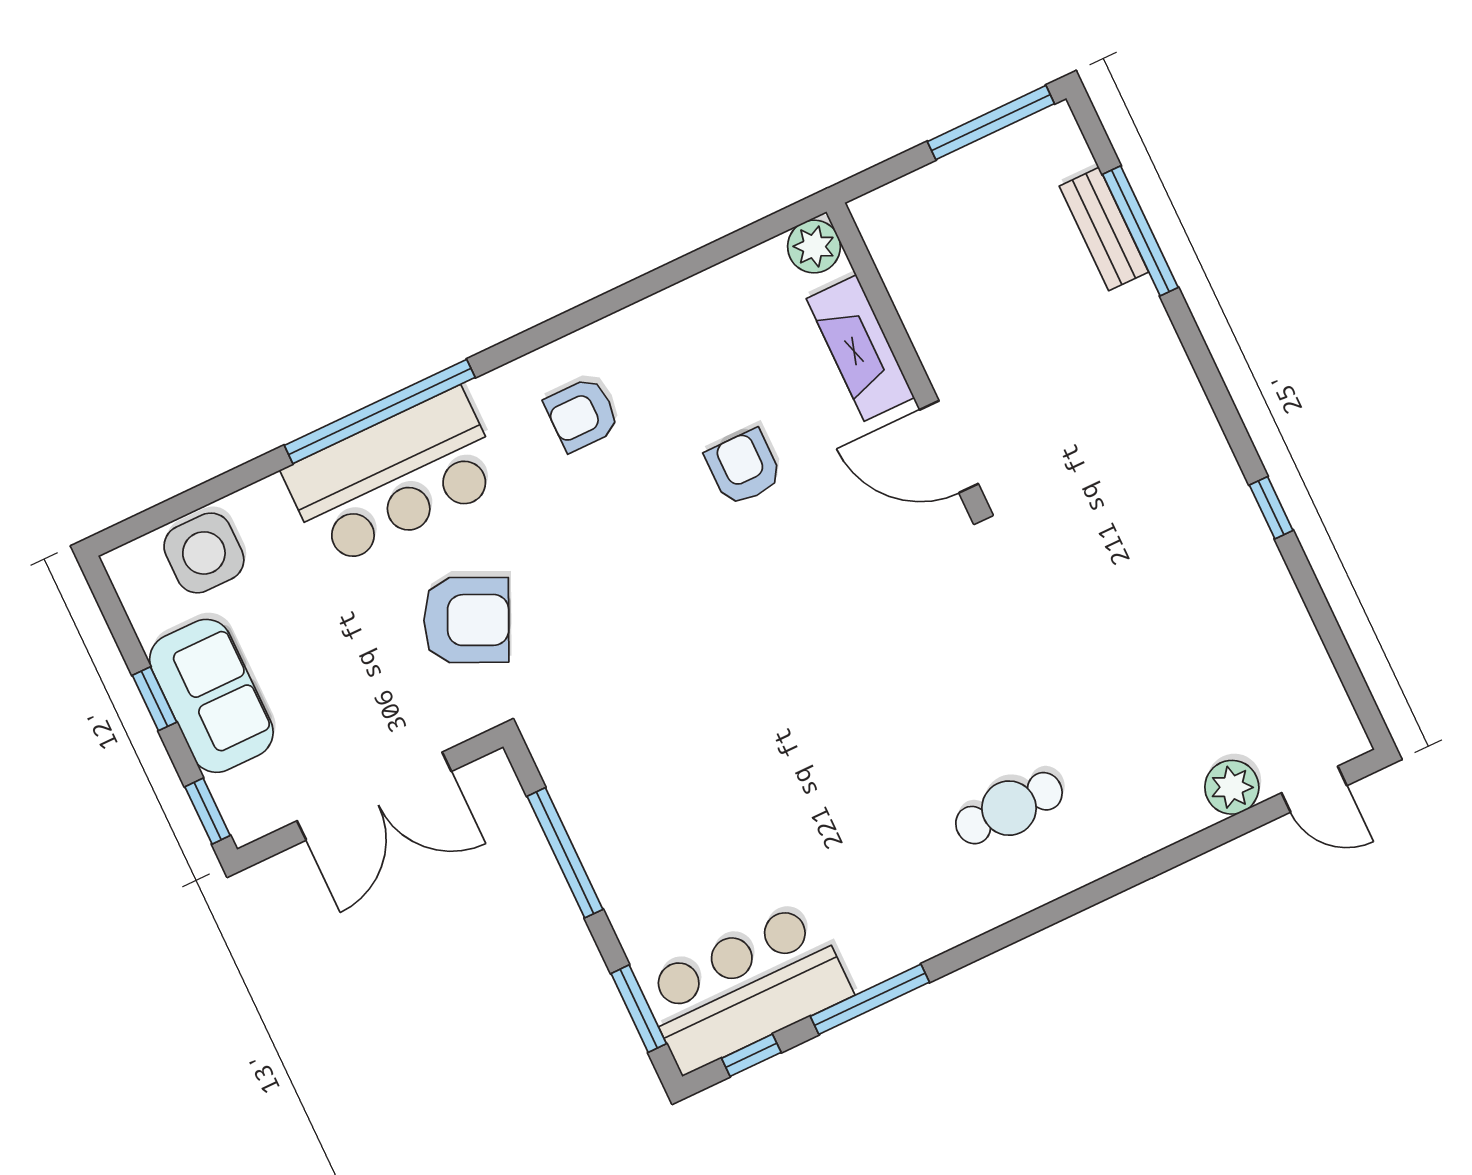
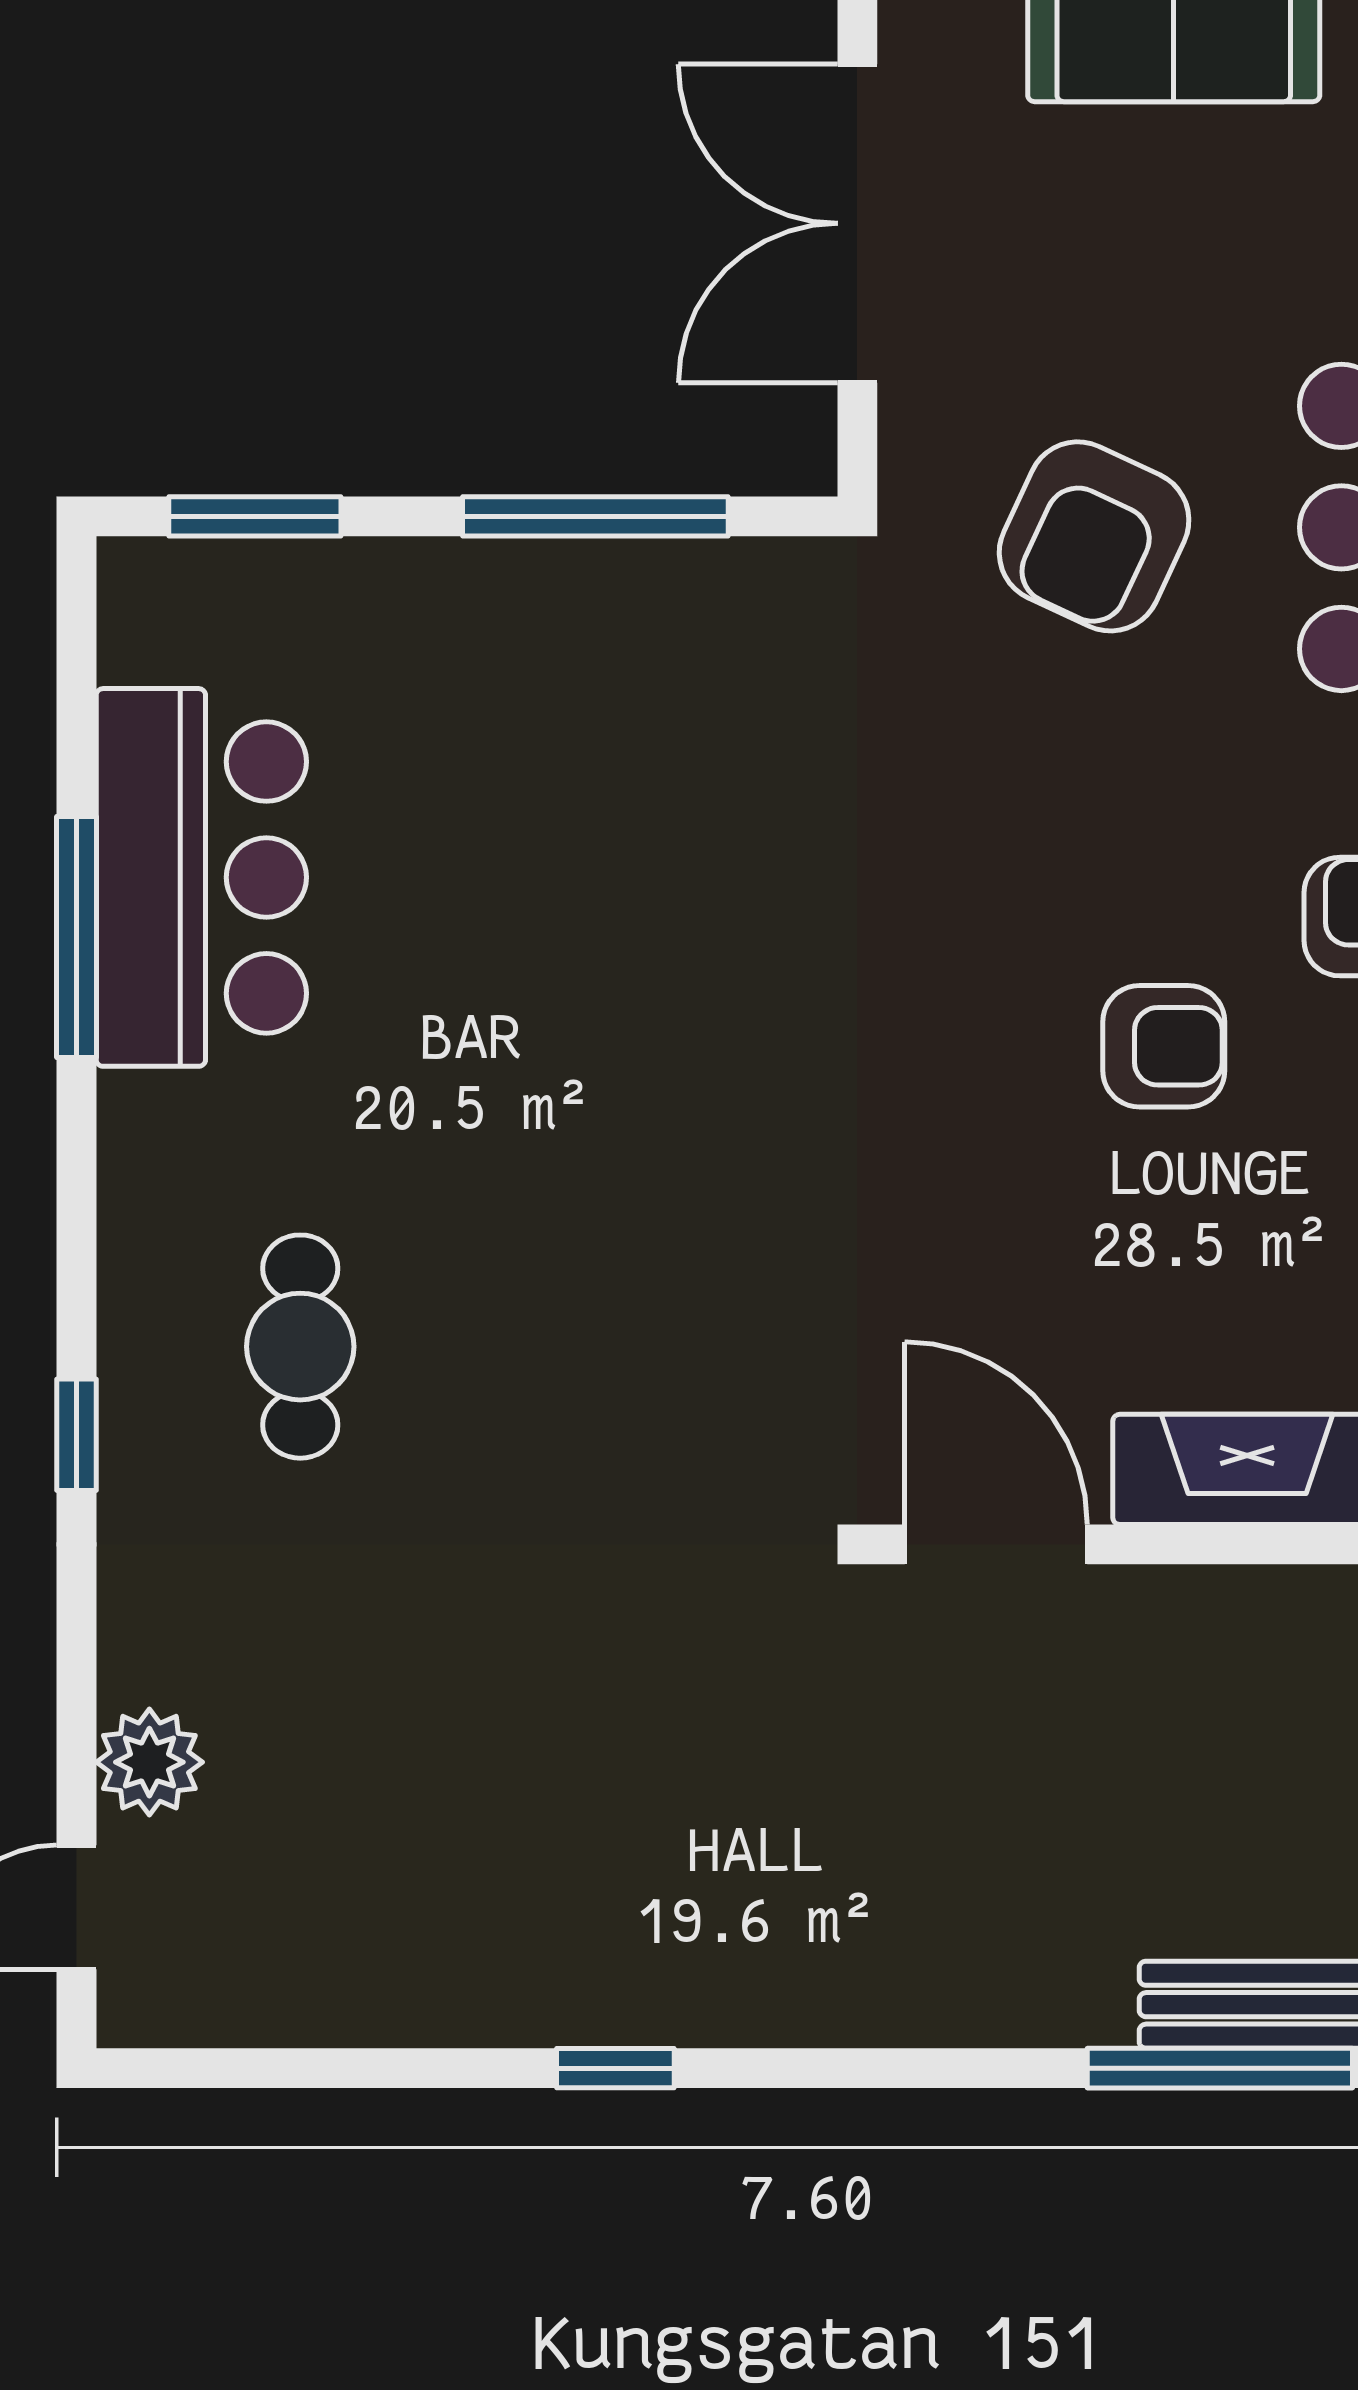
door: (949, 447) -> (996, 1544), hinge flipped
armchair: (744, 467) -> (1164, 1046), moved
bar counter: (746, 988) -> (201, 877), moved
window: (751, 1055) -> (77, 1435), moved

